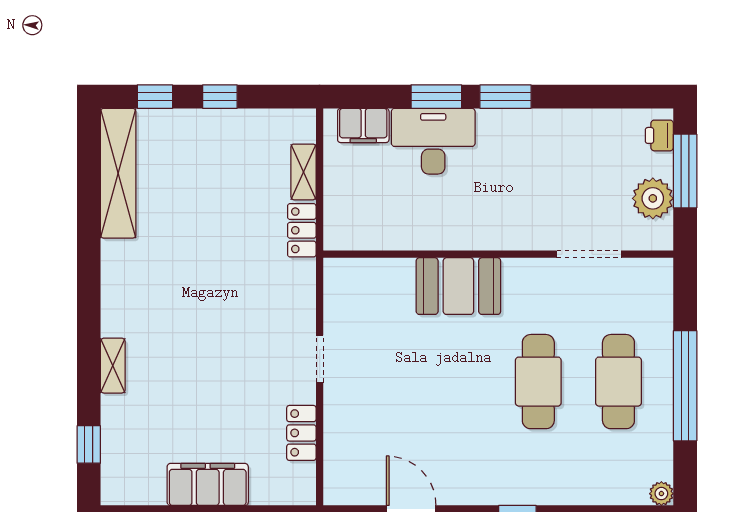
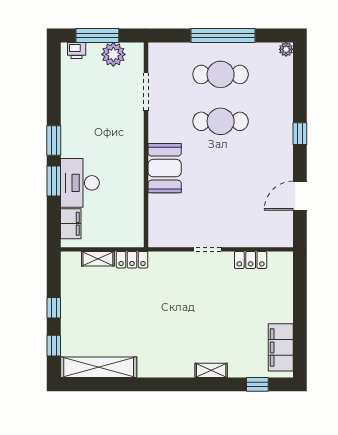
filing cabinet: (208, 484) -> (281, 347), moved

